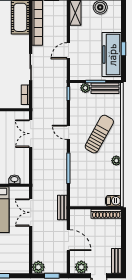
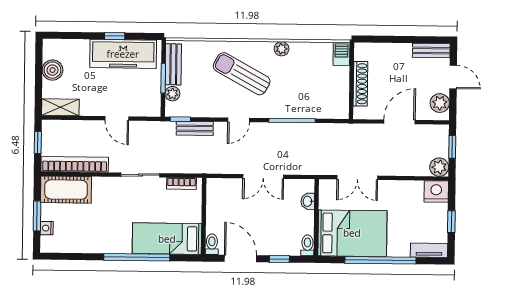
double door: (31, 134) -> (263, 176), moved
bench: (62, 207) -> (195, 128), moved
shoe rack: (106, 214) -> (360, 84), moved
nightstand: (22, 265) -> (436, 191), added

